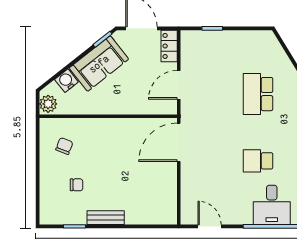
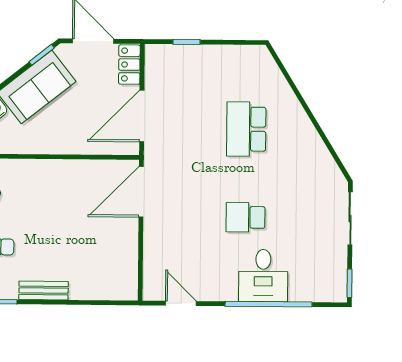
door: (179, 85) -> (142, 116), width x1.36

